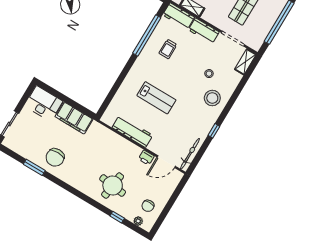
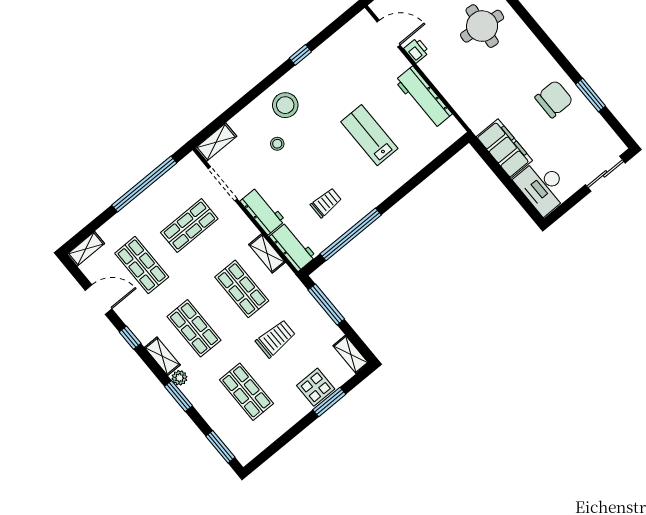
bicycle: (190, 154) -> (348, 33), removed

